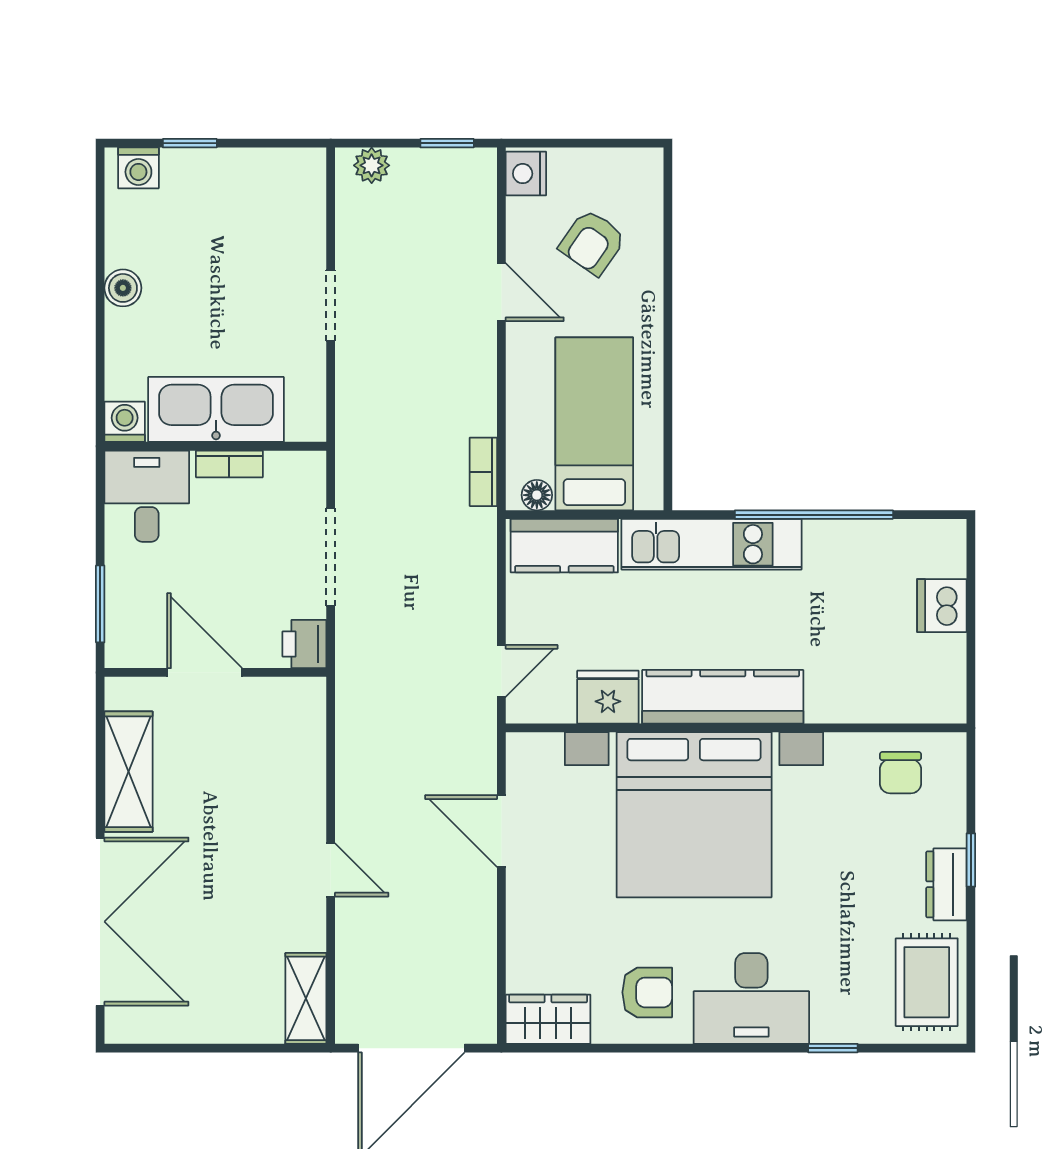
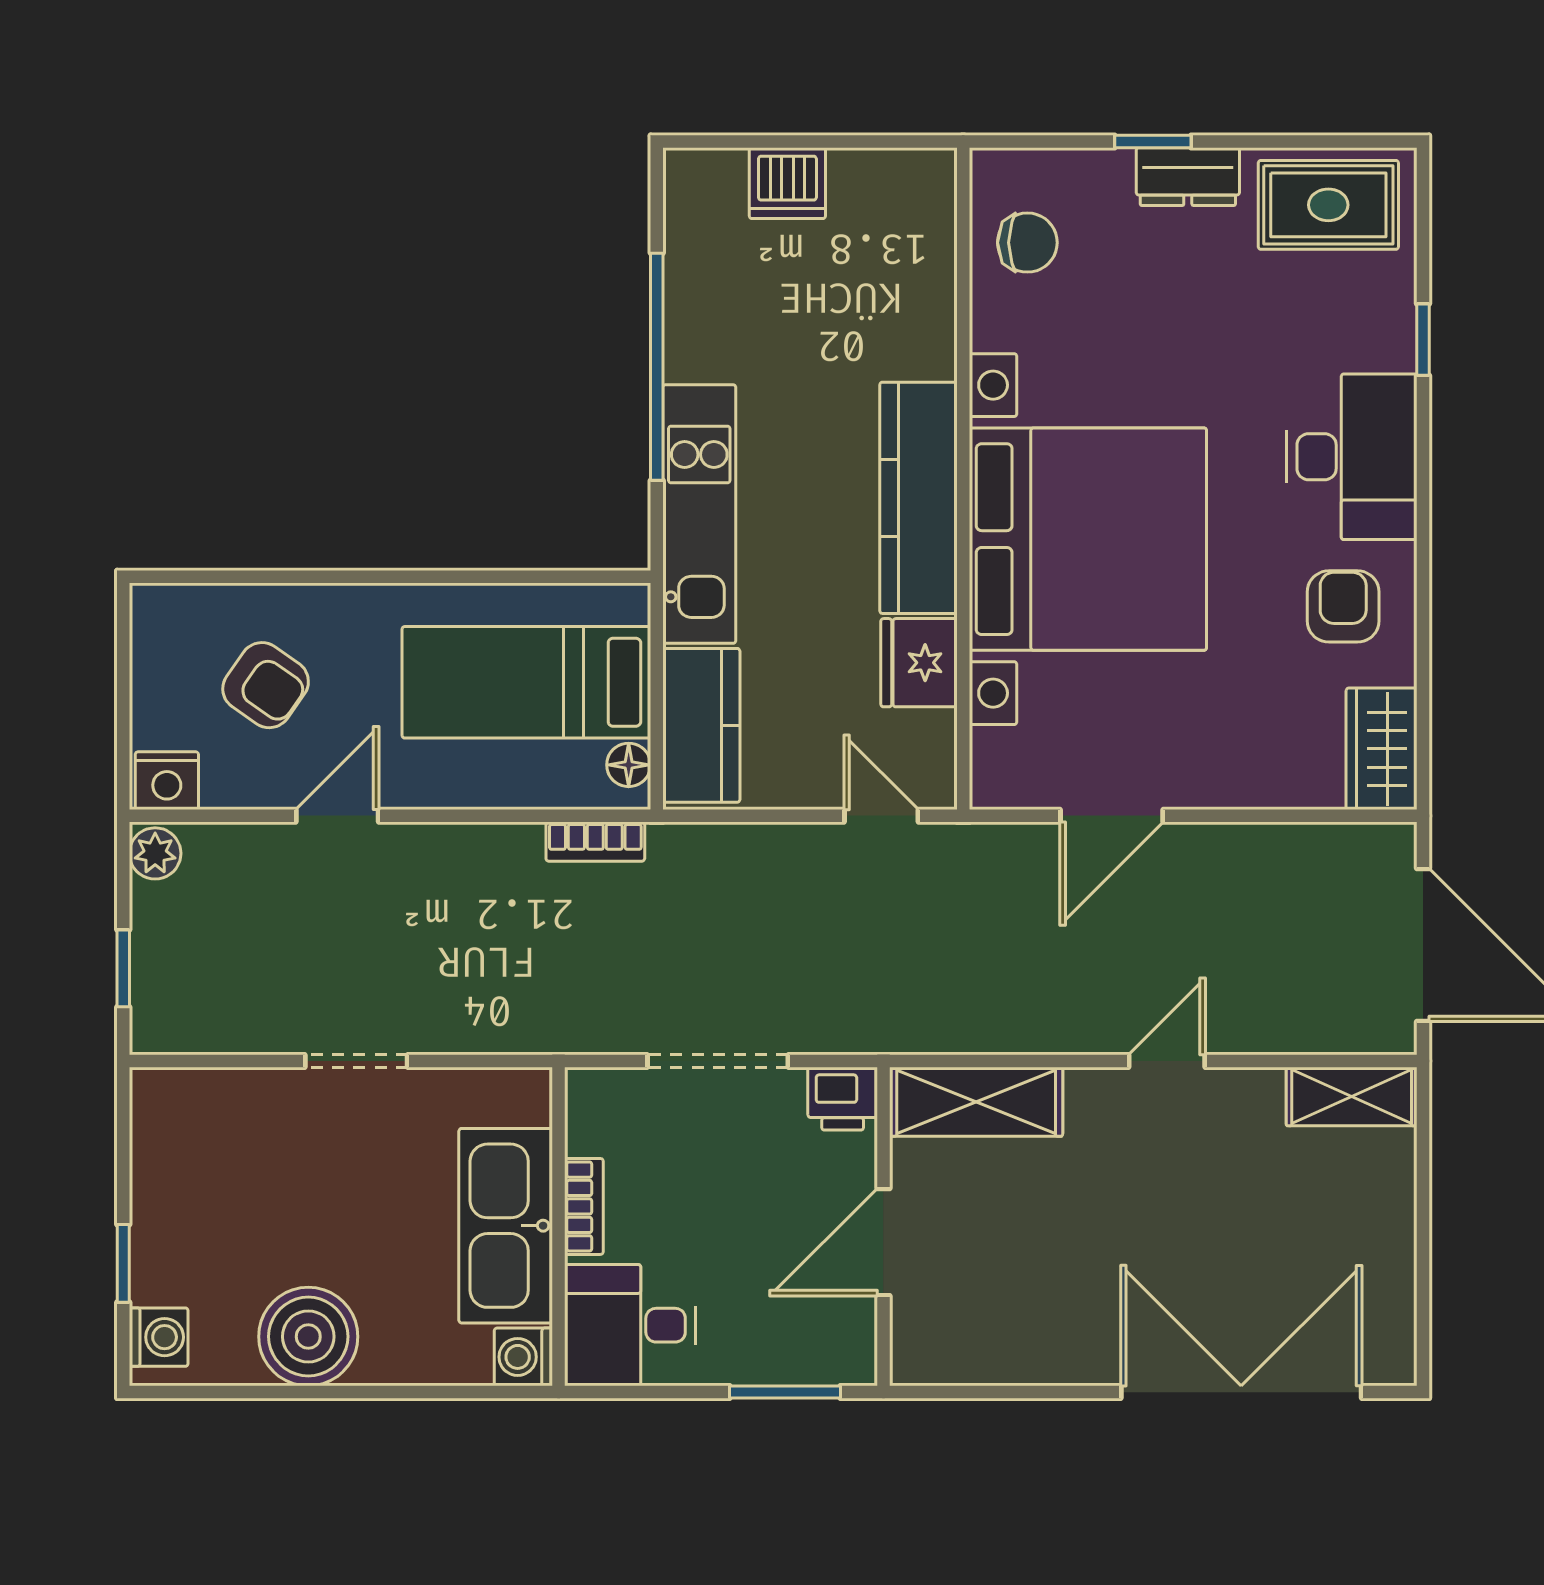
window: (447, 143) -> (123, 968), moved
plant: (372, 165) -> (155, 853), moved
boiler: (123, 288) -> (308, 1337), width x1.86, depth x1.86
shelving: (129, 772) -> (976, 1102), moved

